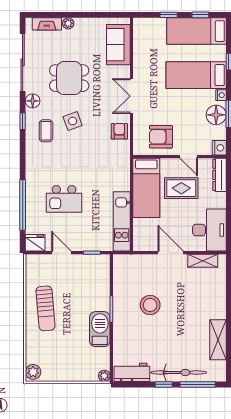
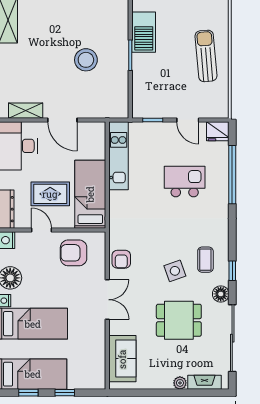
armchair: (161, 137) -> (74, 253), turned 180

